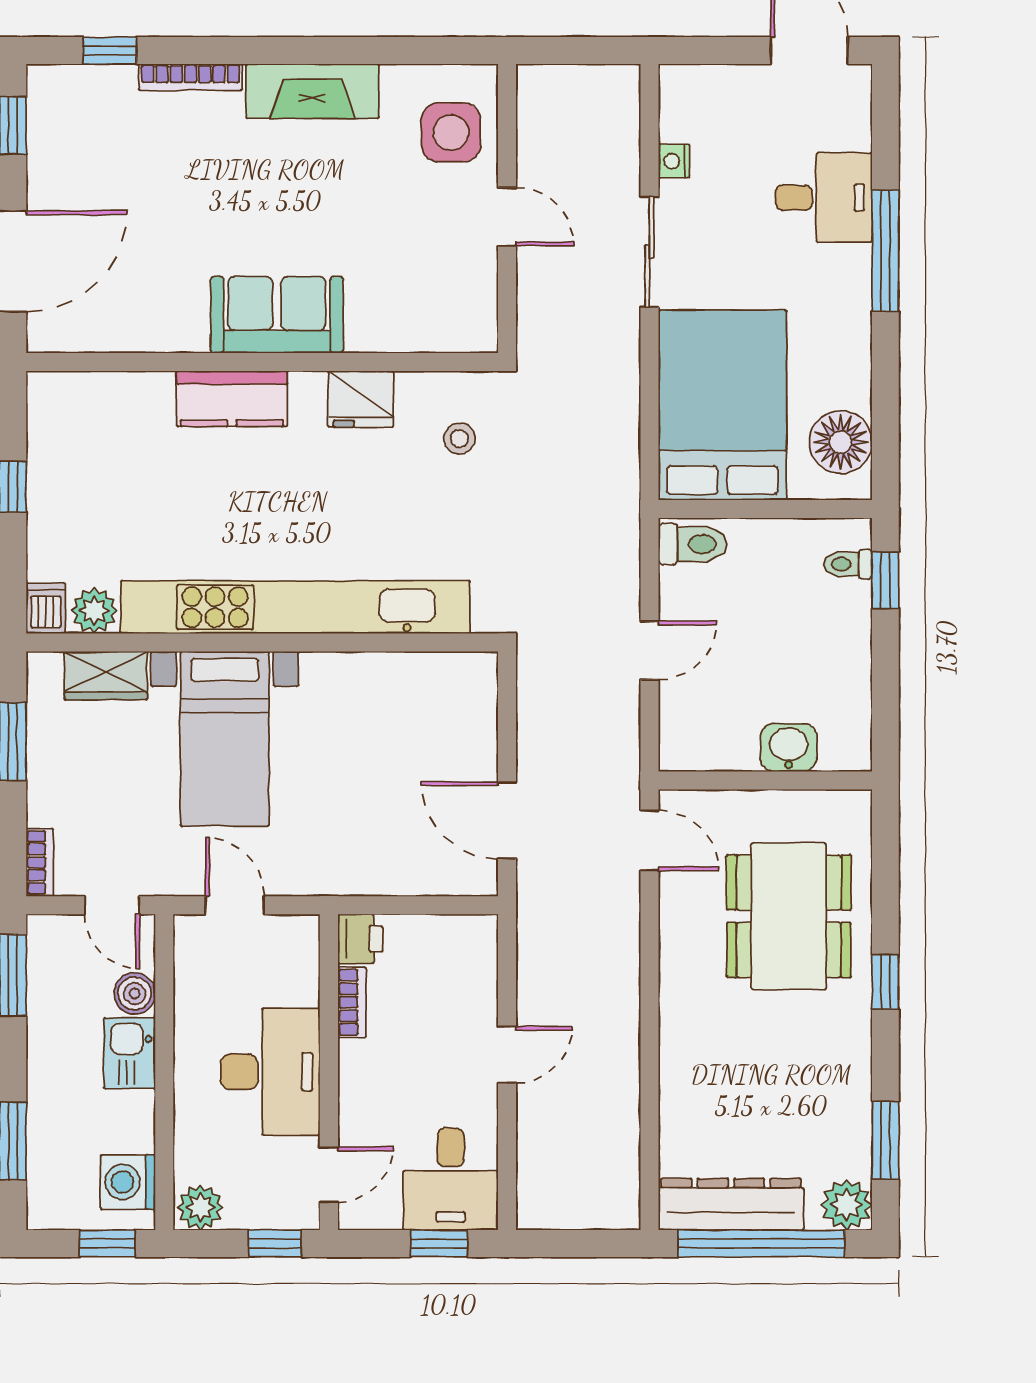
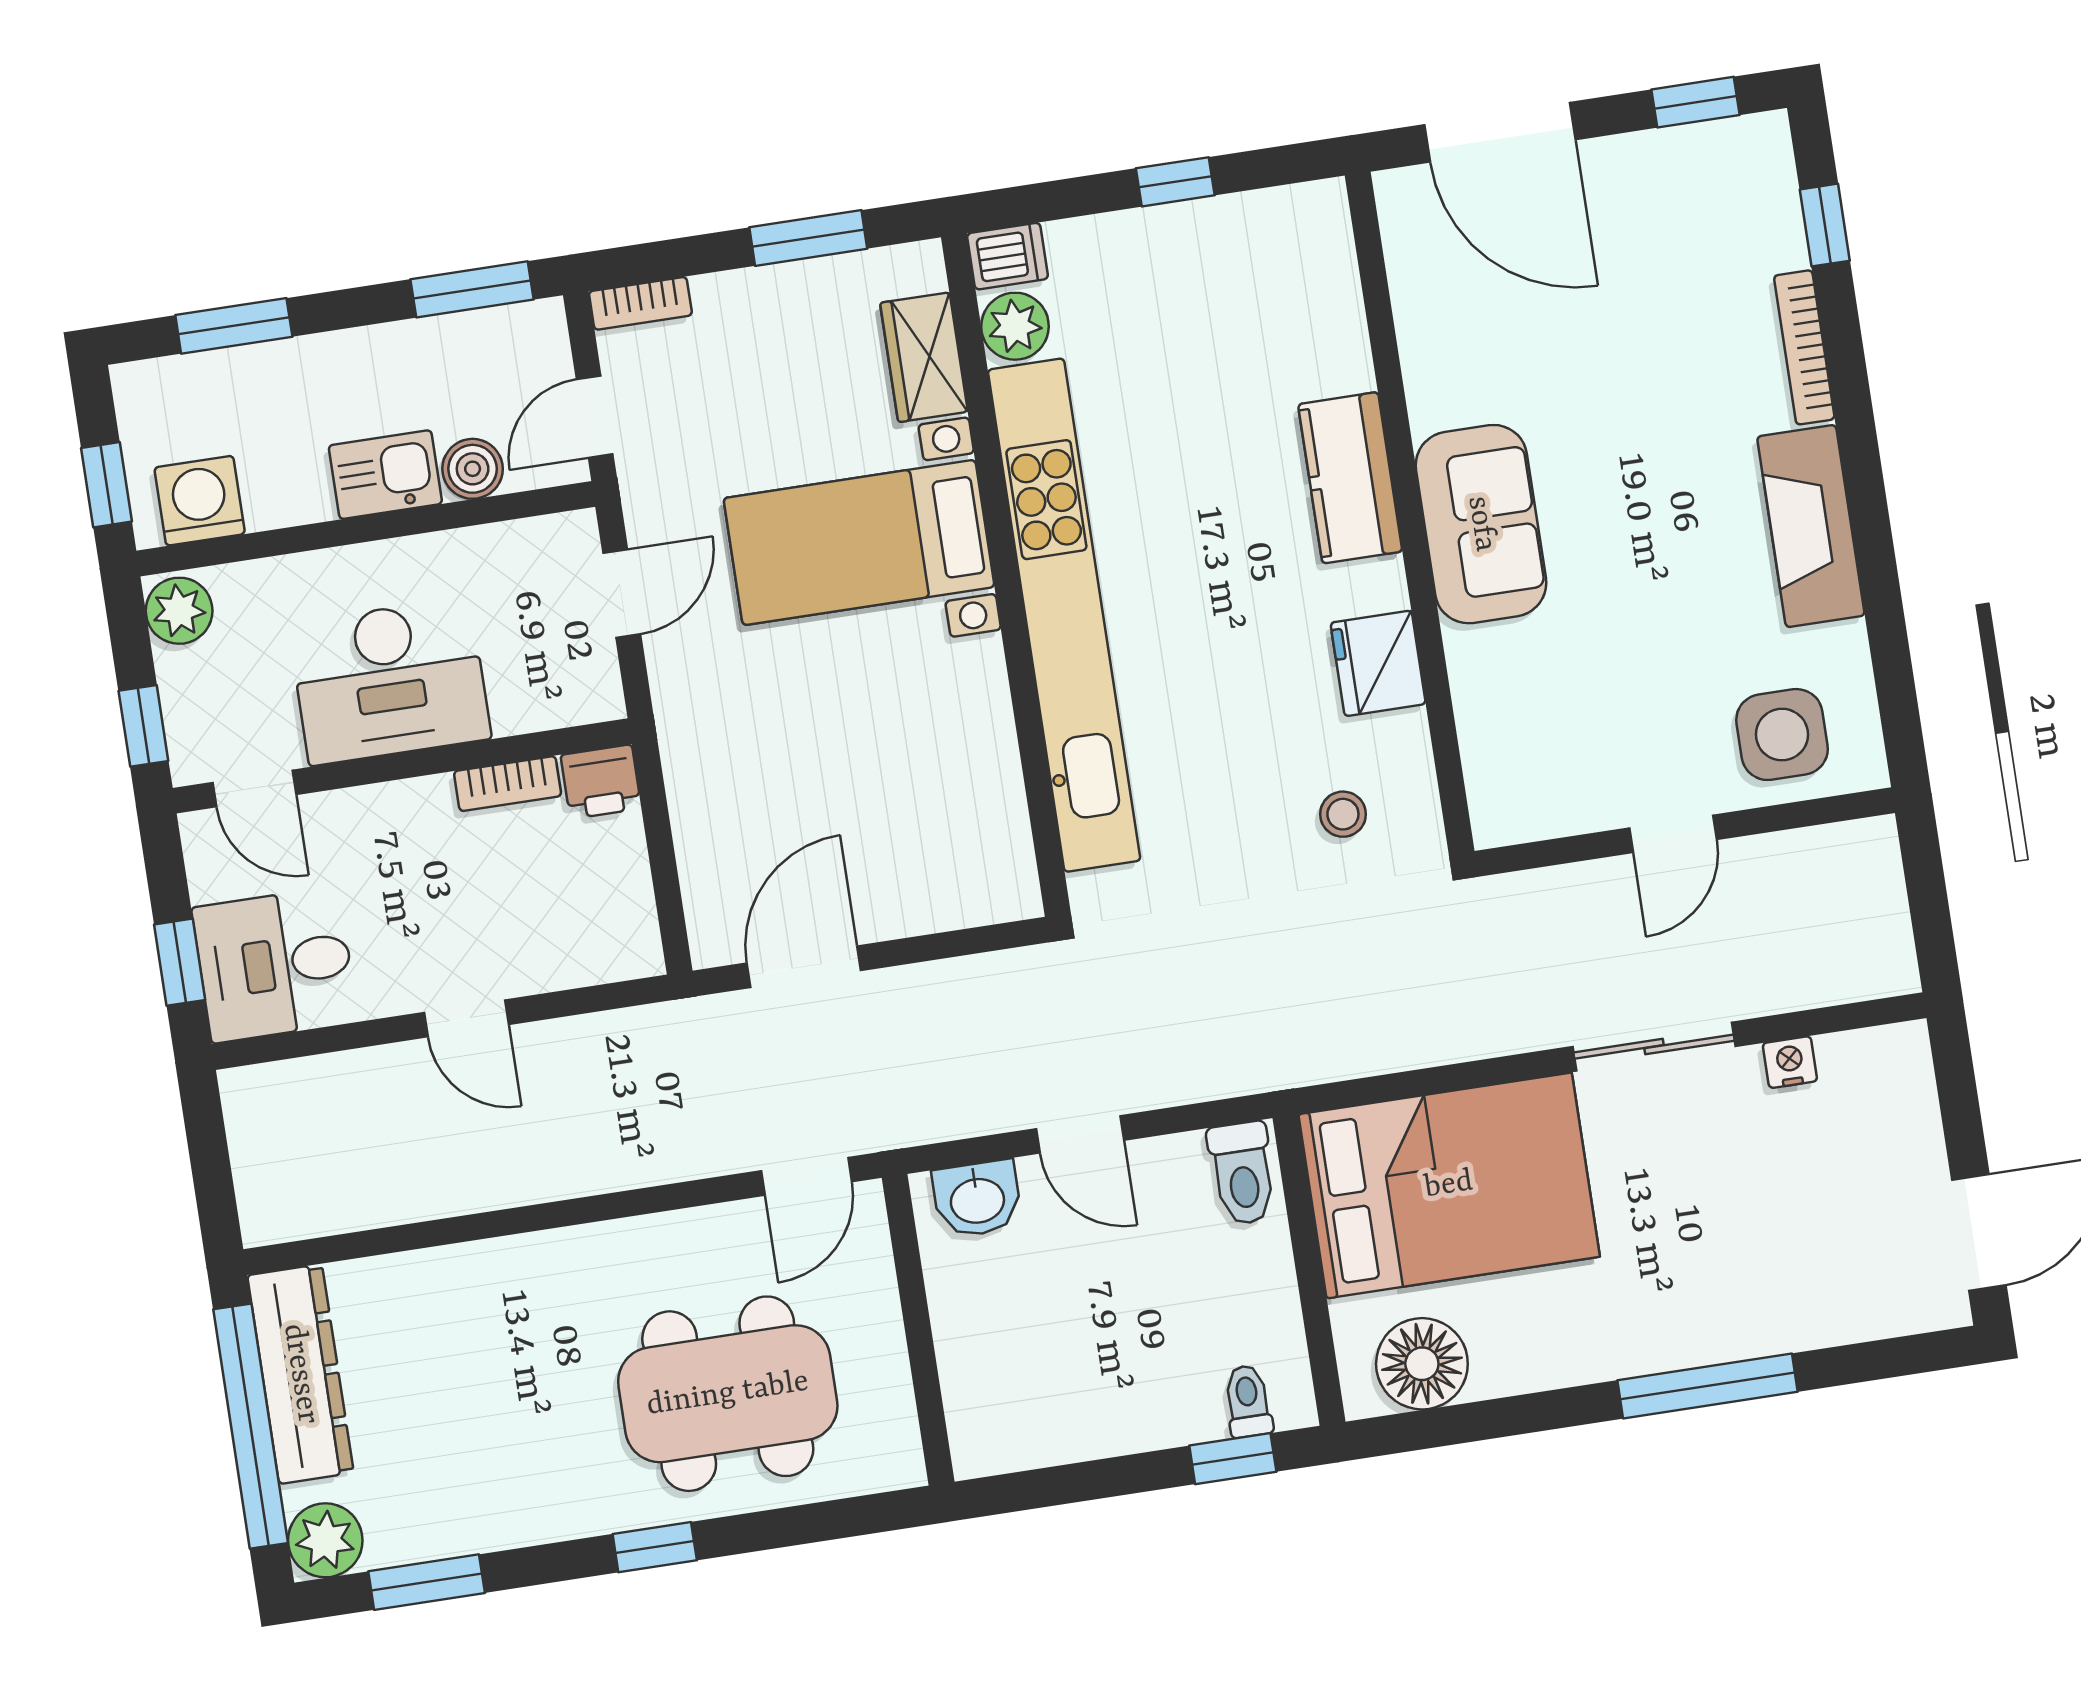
desk: (824, 198) -> (1770, 1286), removed
washbasin: (789, 748) -> (977, 1199), moved, turned 90

